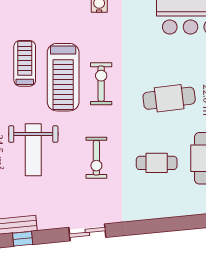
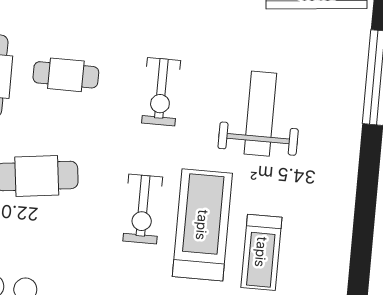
exercise bike: (96, 158) -> (161, 92), turned 180

